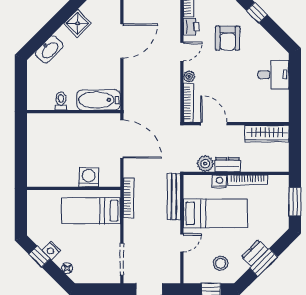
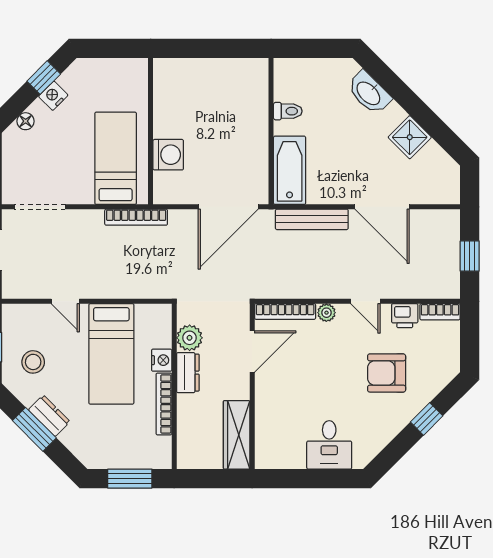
bench: (174, 197) -> (312, 219), moved

